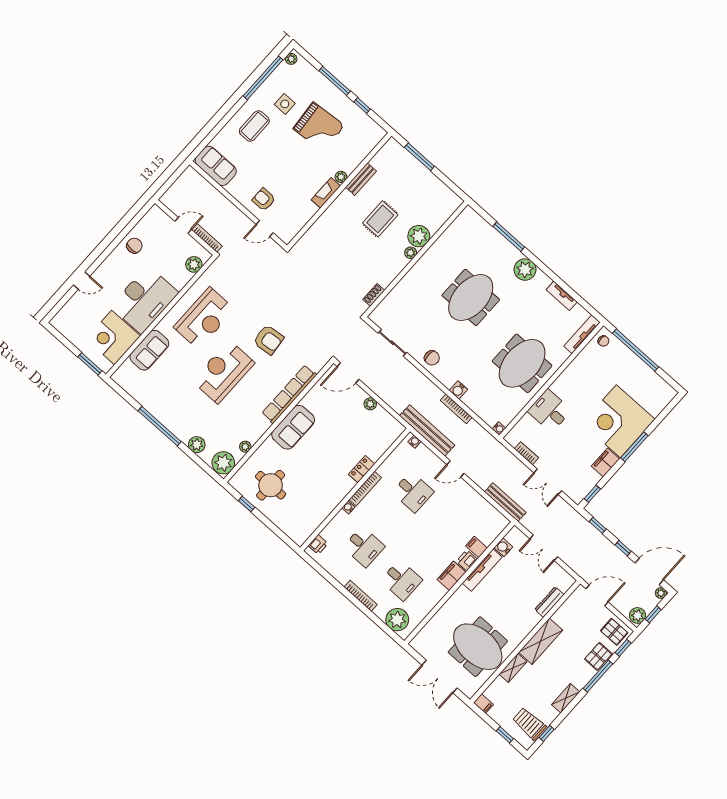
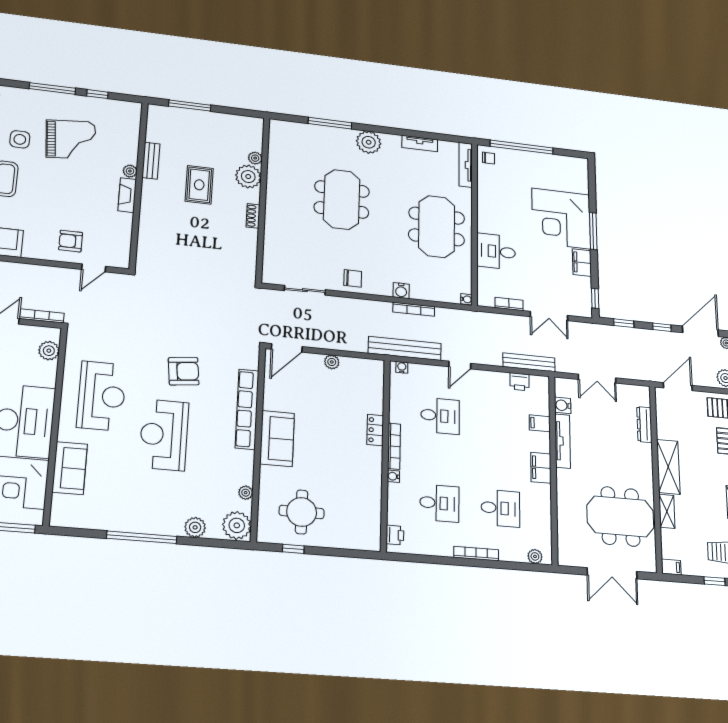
plant: (411, 253) -> (255, 158), moved
shoe rack: (374, 295) -> (253, 216), moved
printer: (467, 560) -> (520, 382), moved, turned -90
plant: (397, 620) -> (535, 556), width x0.53, depth x0.53

